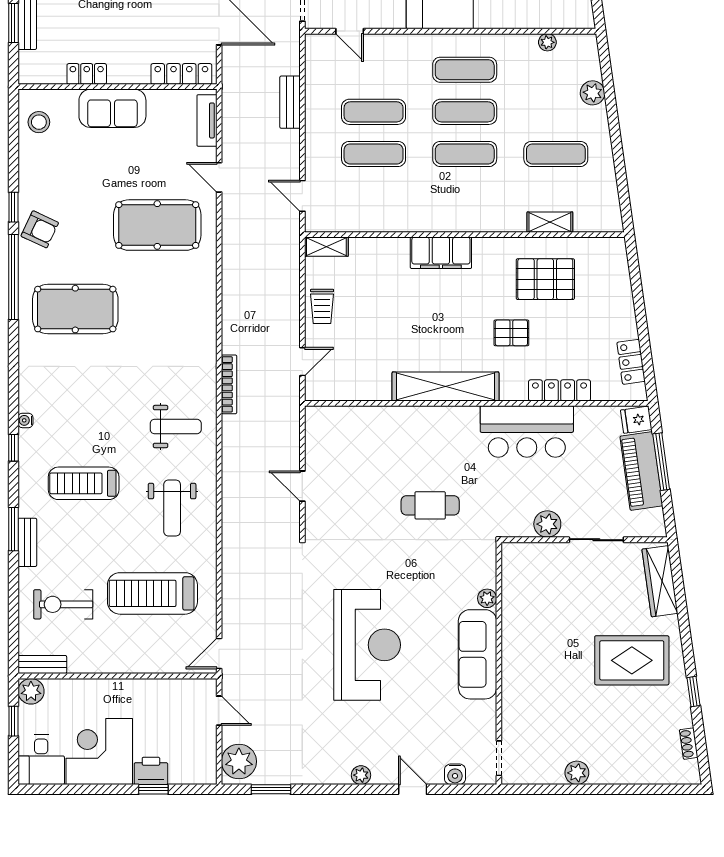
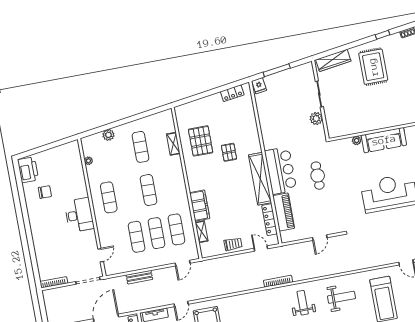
exercise mat: (465, 112) -> (176, 229), moved
shelving: (326, 247) -> (202, 232), moved
filing cabinet: (441, 253) -> (200, 206), moved
locker: (559, 390) -> (270, 220), moved
bar counter: (527, 431) -> (281, 171), moved
piano: (641, 471) -> (284, 212), moved, turned -82

